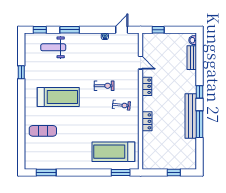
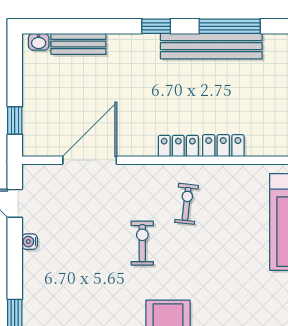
door: (141, 63) -> (90, 160), width x1.88
locker: (147, 86) -> (178, 146), moved

